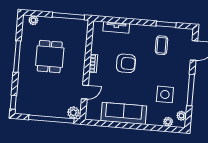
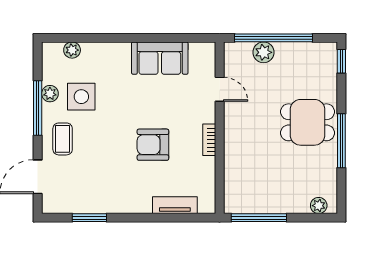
coffee table: (162, 45) -> (63, 139), moved
dining table: (50, 57) -> (308, 122), moved, turned 90
door: (85, 92) -> (220, 89), swing flipped
plant: (73, 113) -> (263, 52), moved
sofa: (124, 113) -> (160, 58), width x0.73
plant: (181, 116) -> (50, 94), moved

